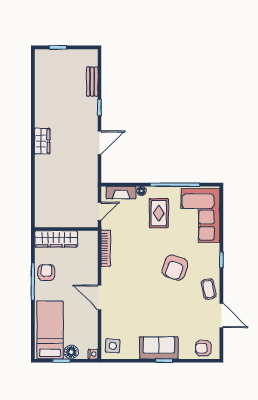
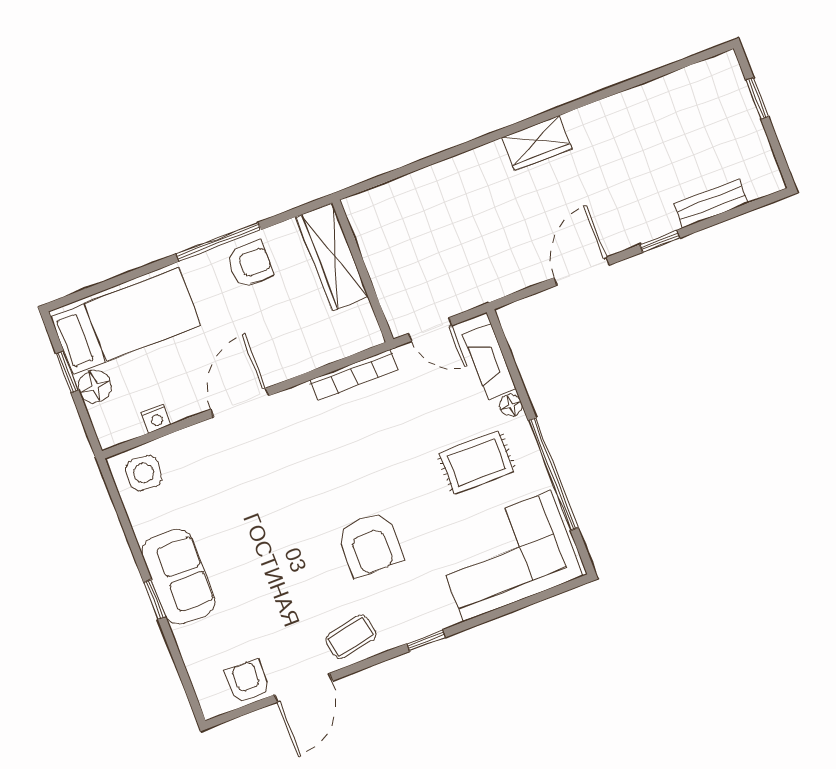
door: (99, 143) -> (582, 271), swing flipped
armchair: (175, 268) -> (370, 544), turned -108
armchair: (203, 348) -> (248, 681), moved
nightstand: (93, 354) -> (156, 418), moved

